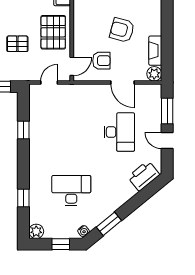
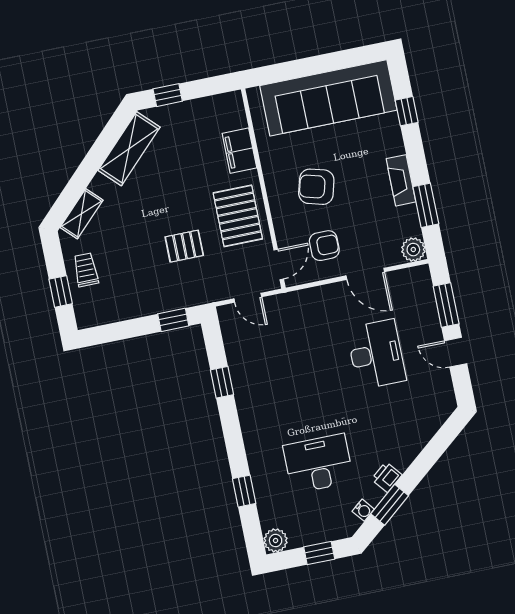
armchair: (122, 30) -> (316, 187), moved
window: (167, 49) -> (426, 205), added
fireplace: (155, 51) -> (401, 180), moved
door: (49, 83) -> (248, 298), swing flipped
printer: (144, 176) -> (387, 477), moved, width x0.53, depth x0.68
water cooler: (84, 231) -> (363, 510), moved

